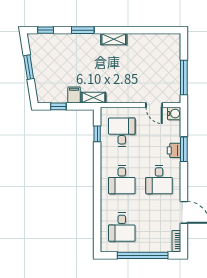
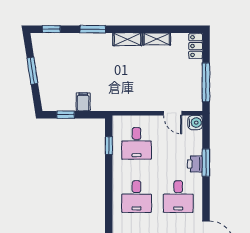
locker: (175, 45) -> (196, 46), added
shelving: (93, 98) -> (157, 39), moved
desk: (122, 132) -> (137, 143), turned 180

